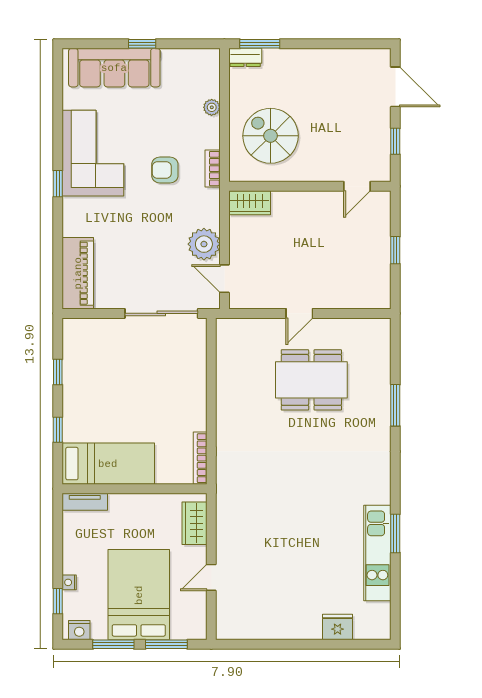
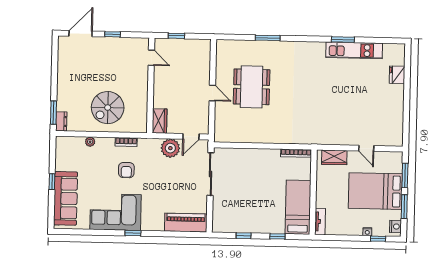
wall: (310, 186) -> (151, 85), moved
door: (357, 186) -> (151, 58), moved
wardrobe: (250, 203) -> (160, 121), moved

